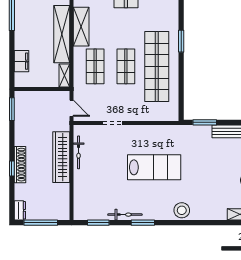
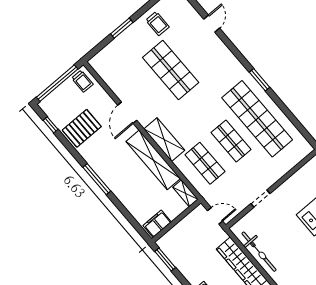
filing cabinet: (22, 61) -> (157, 224), moved, turned -90
bicycle: (79, 152) -> (259, 252), width x1.37, depth x1.40

